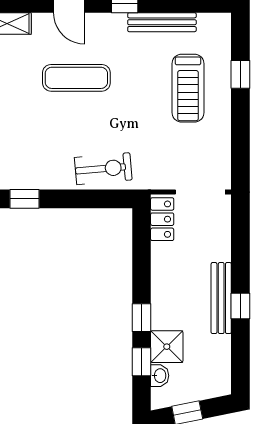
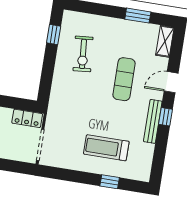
bench: (162, 22) -> (153, 121), moved
exercise bike: (103, 169) -> (83, 54), moved

